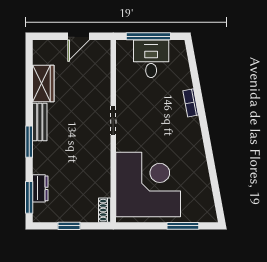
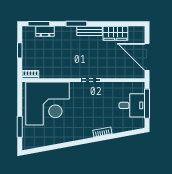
door: (79, 36) -> (147, 57), width x1.88

